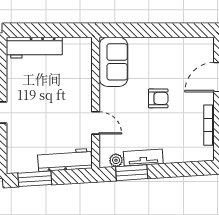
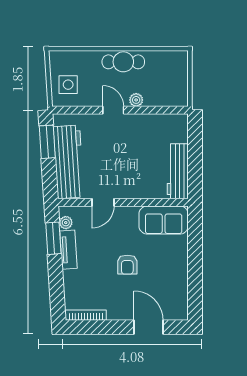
workbench: (34, 48) -> (178, 171), moved
bookcase: (209, 125) -> (86, 315), moved
workbench: (65, 160) -> (69, 162), width x1.36, depth x1.32

